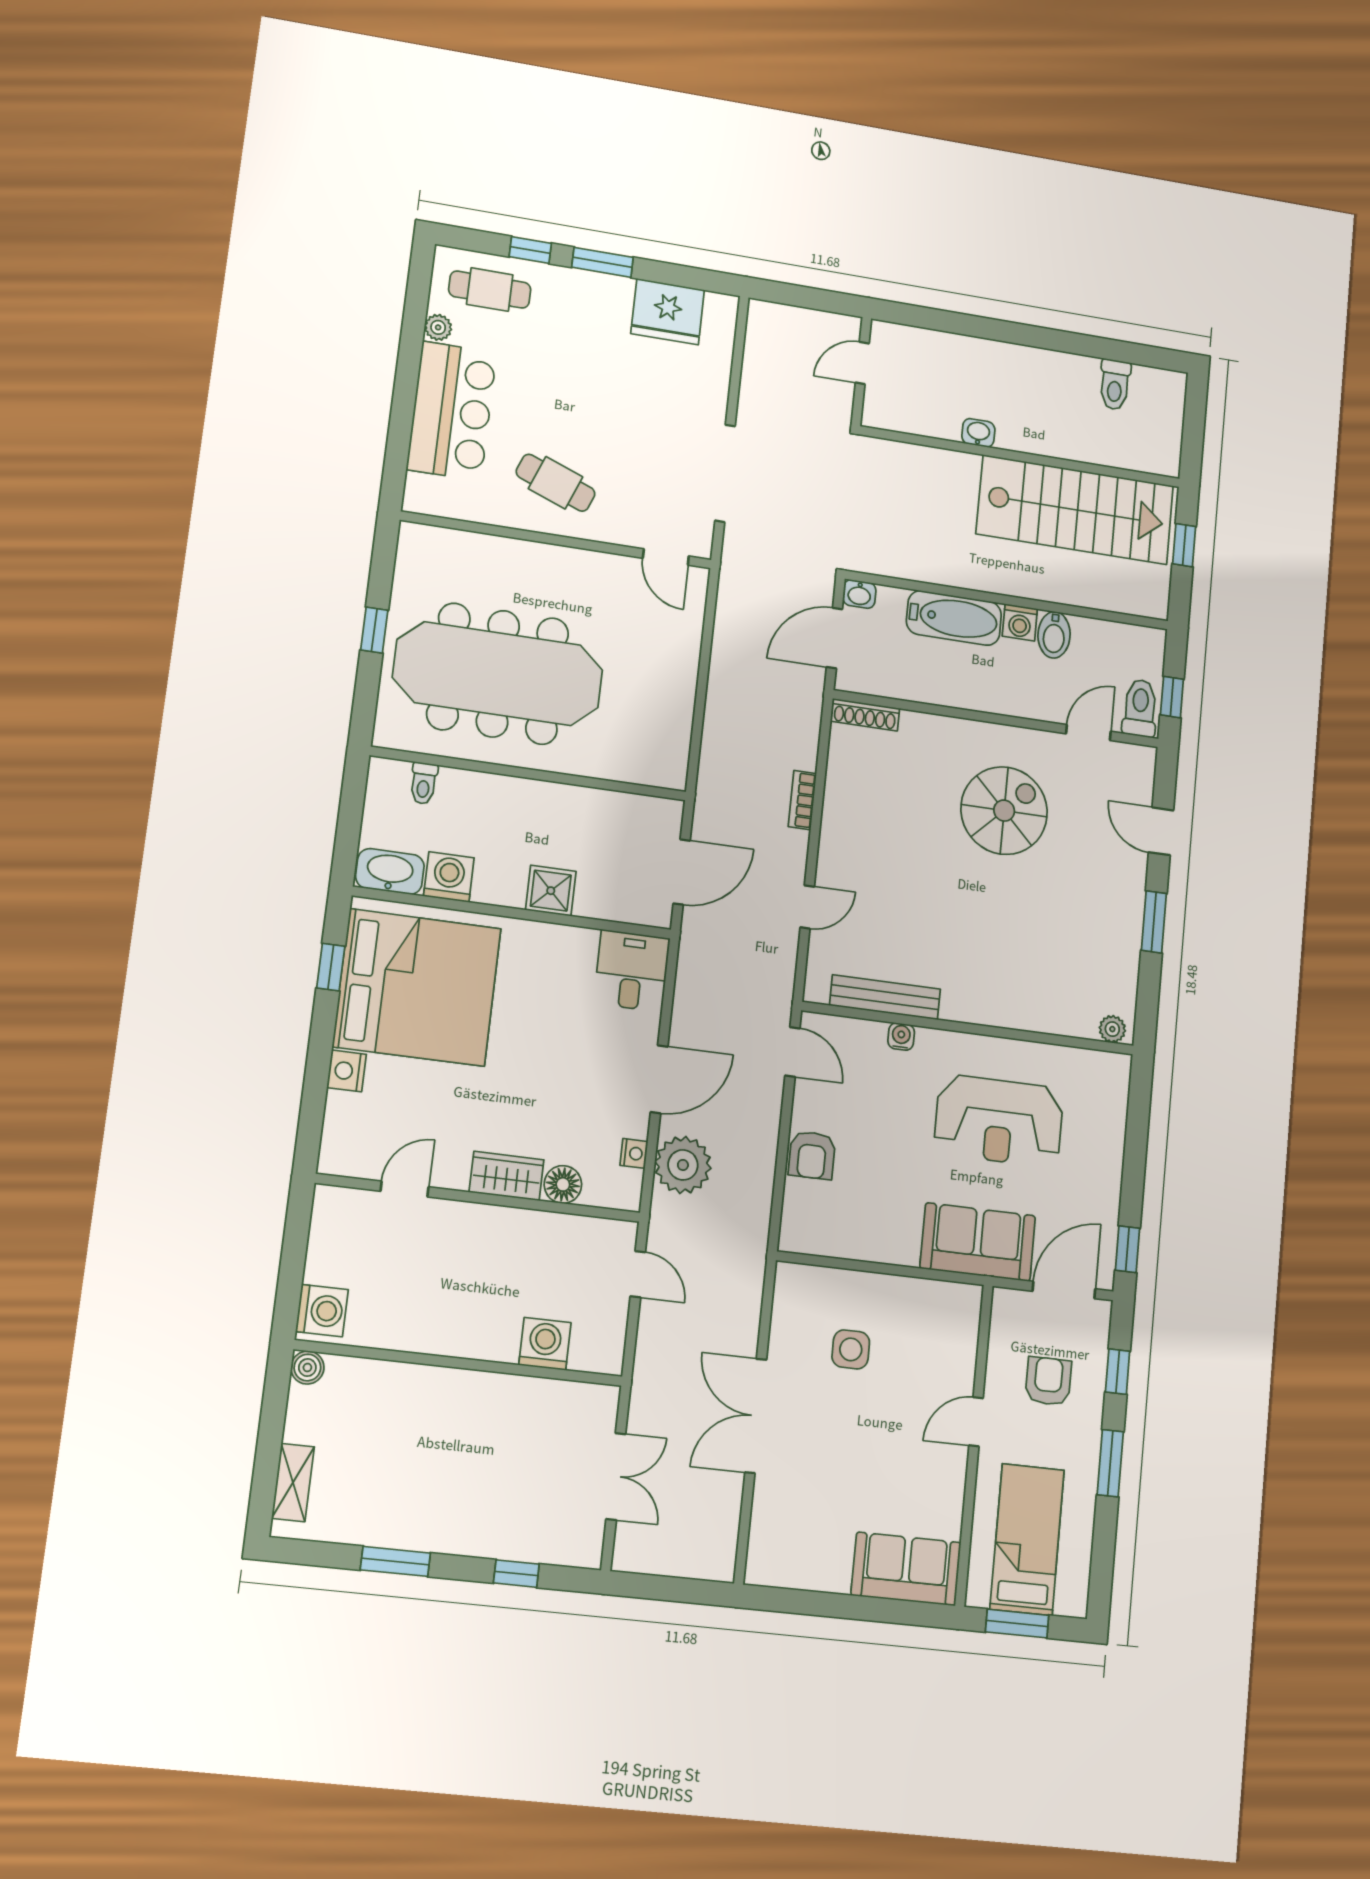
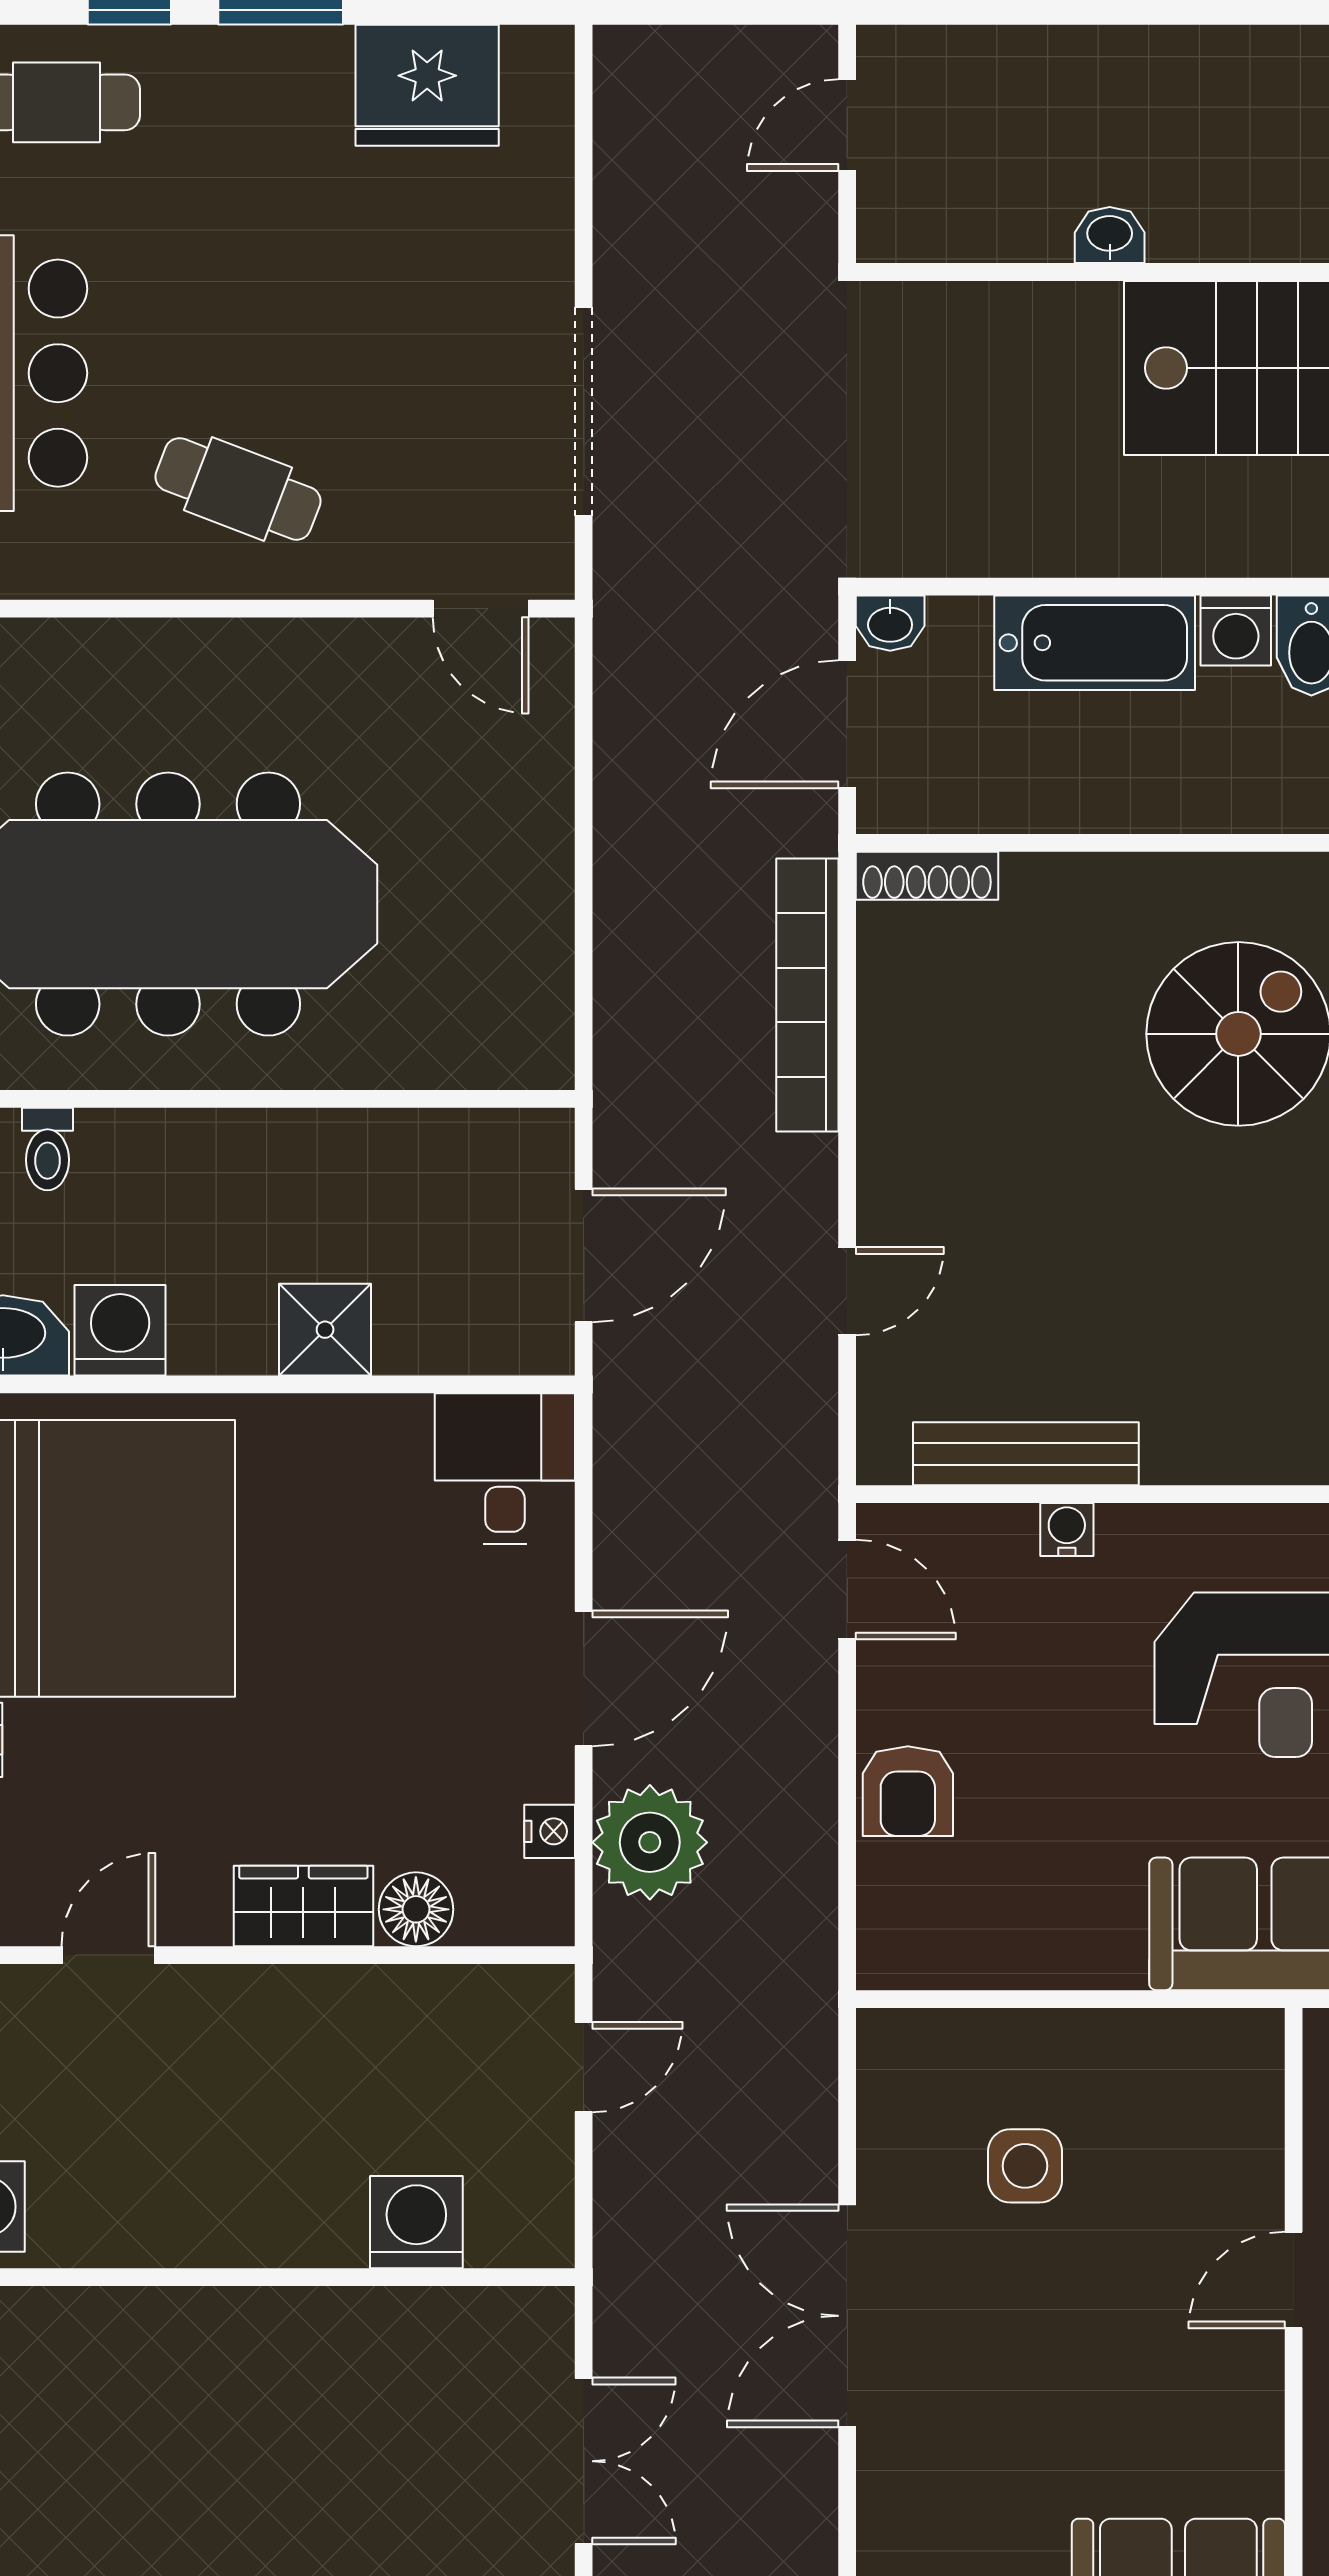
bookcase: (802, 800) -> (807, 995), width x2.31, depth x1.31
door: (638, 1274) -> (584, 2067), hinge flipped

